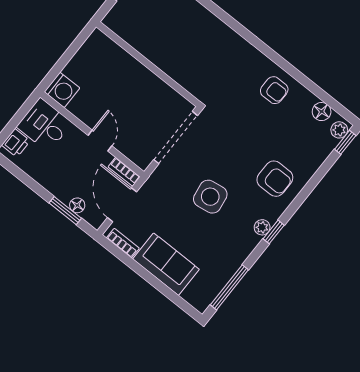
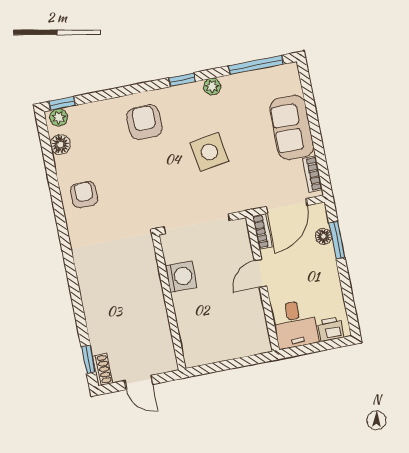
washing machine: (62, 90) -> (181, 277), moved, turned 90
plant: (262, 227) -> (212, 87), moved

